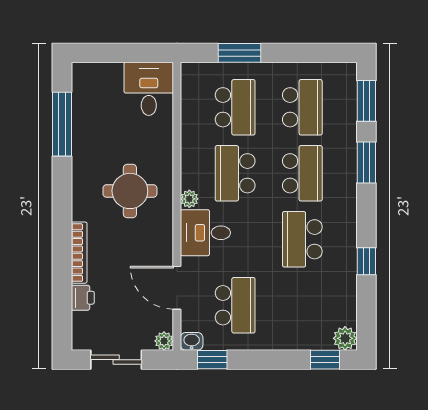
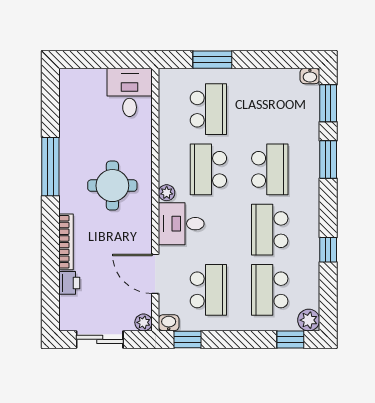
washbasin: (346, 71) -> (310, 76), added
school desk: (302, 107) -> (270, 290), moved, turned 180
window: (62, 124) -> (50, 167), moved

